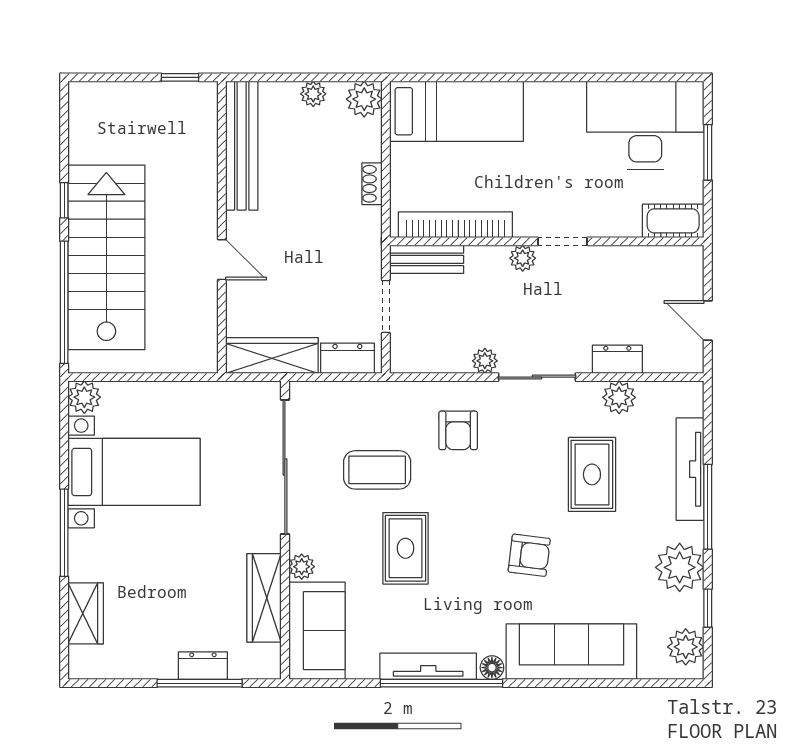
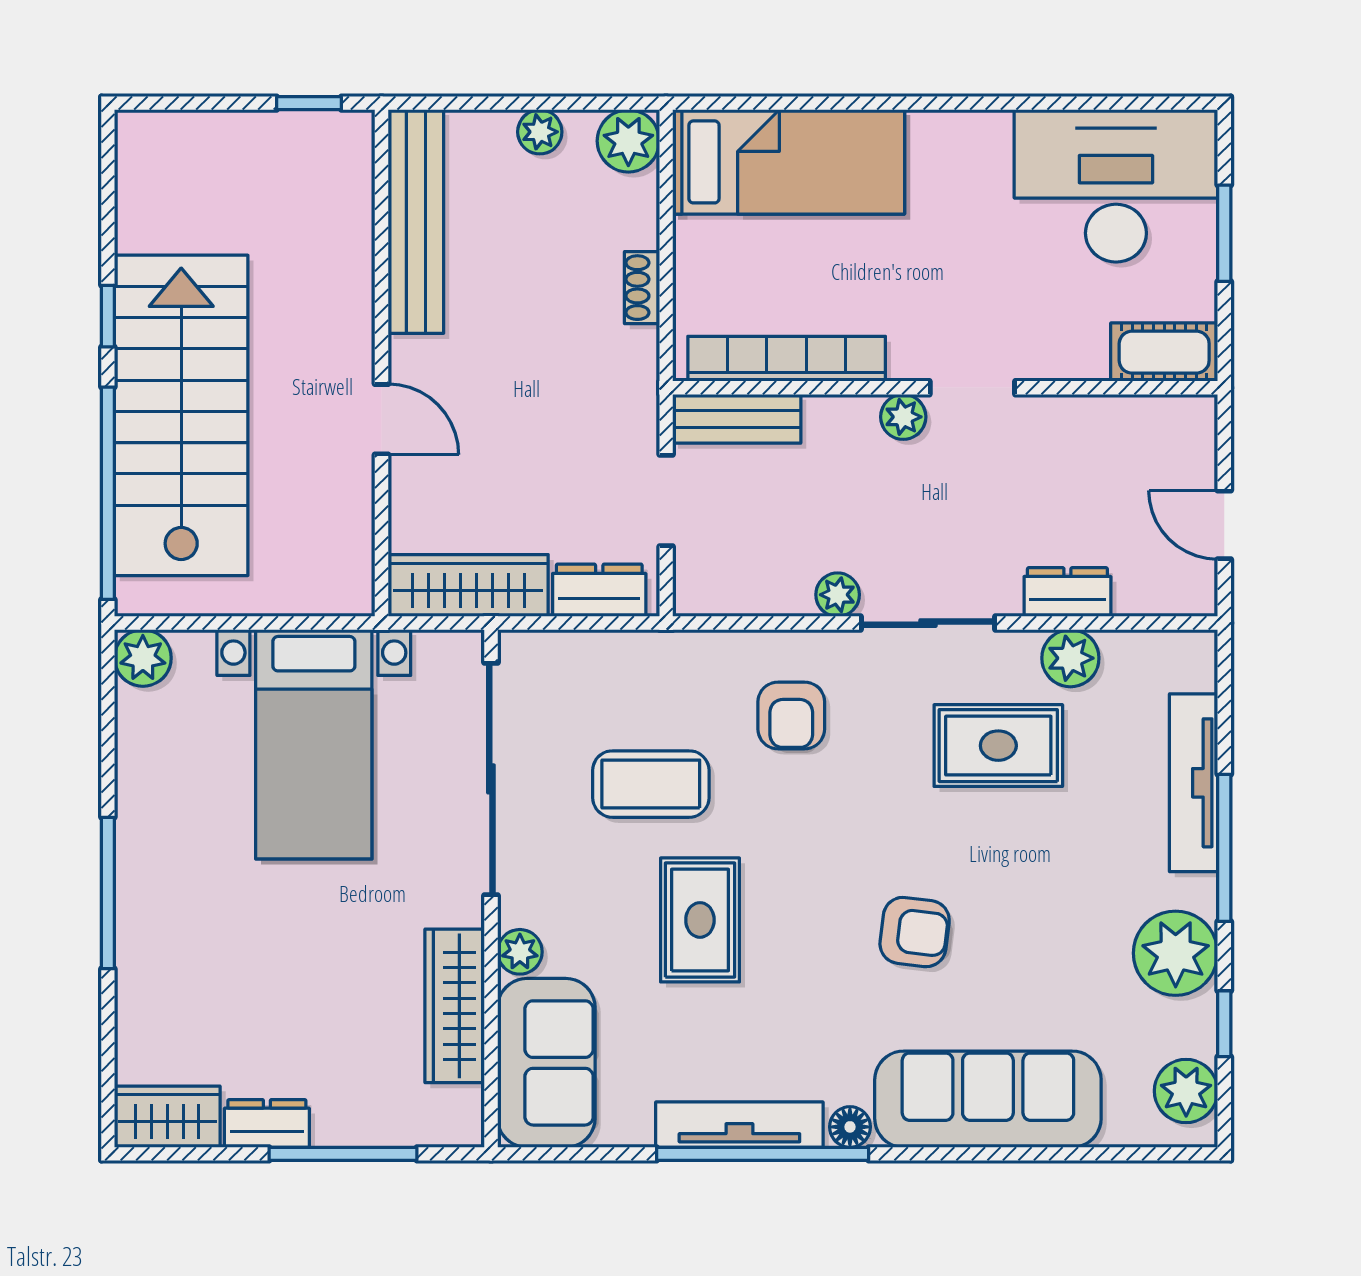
bed with nightstands: (134, 472) -> (314, 744), moved, turned 90
rug: (592, 474) -> (998, 746), moved, turned 90
wardrobe: (86, 613) -> (167, 1117), moved, turned -90
dresser: (203, 666) -> (267, 1123), moved

